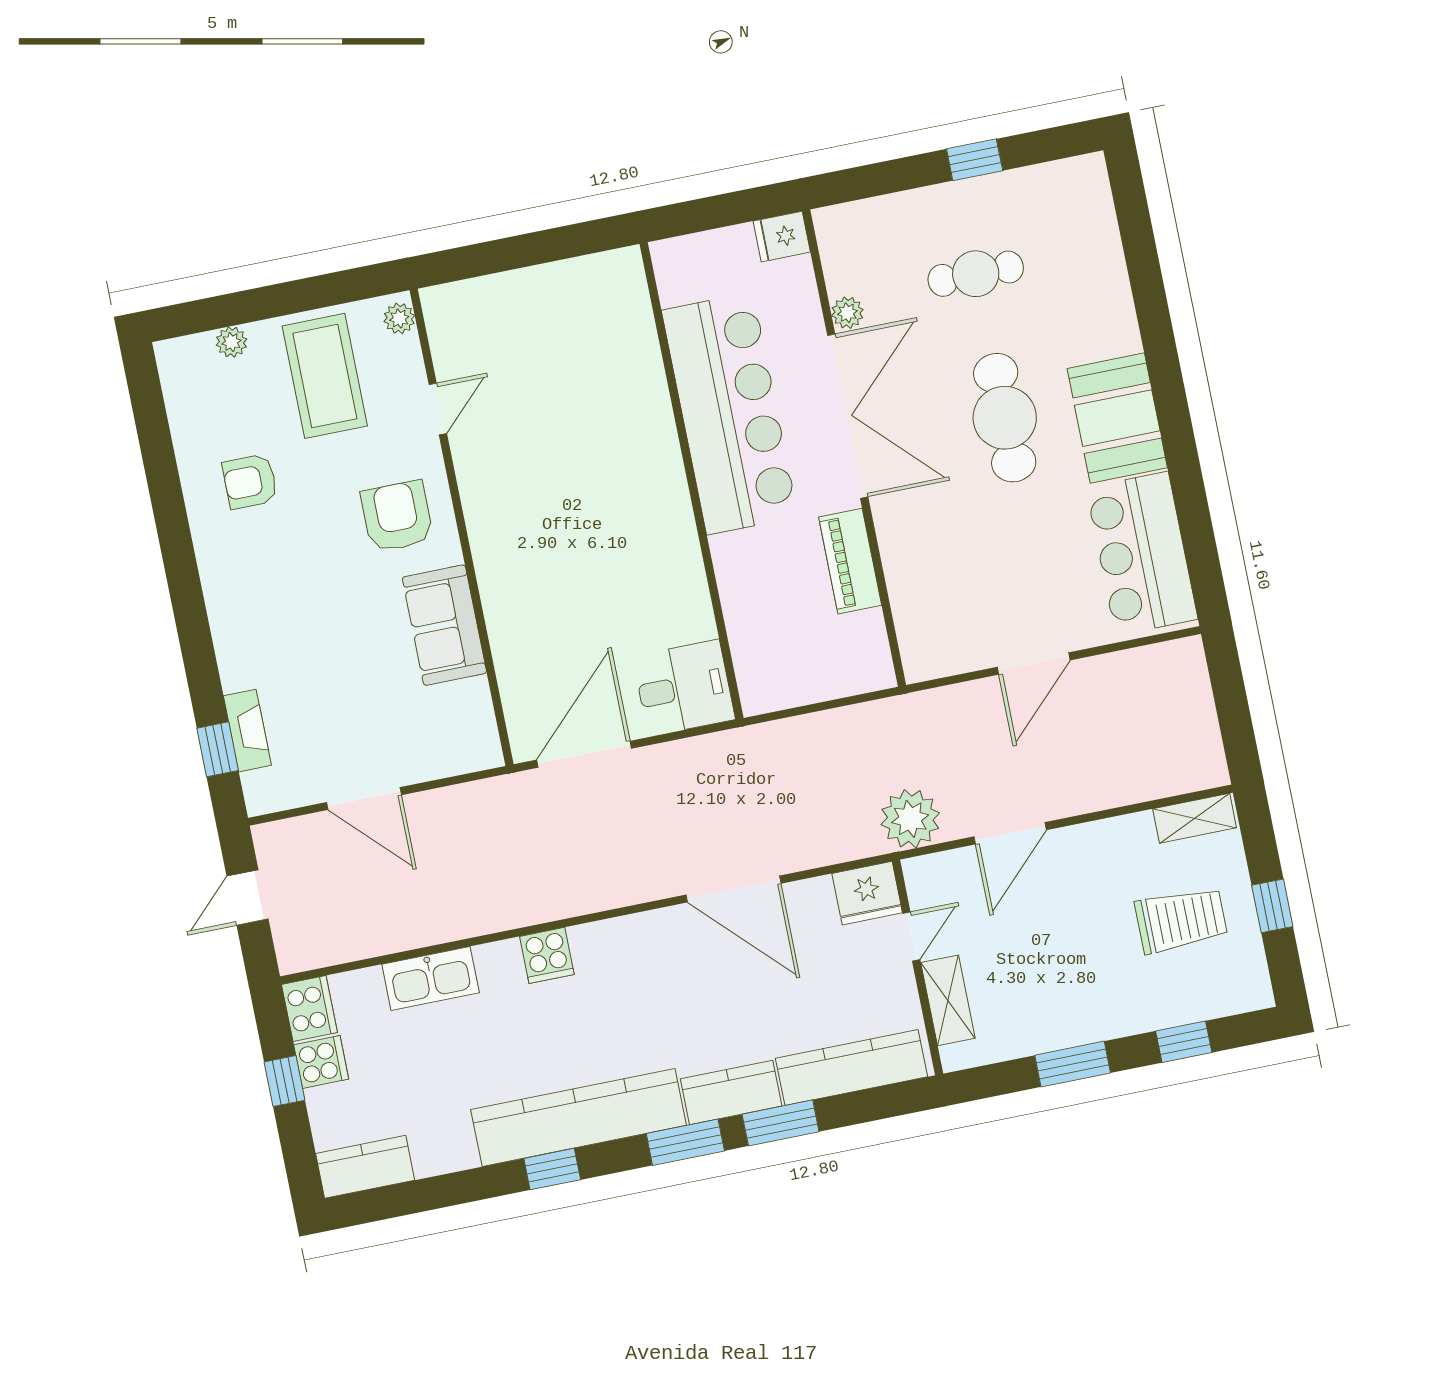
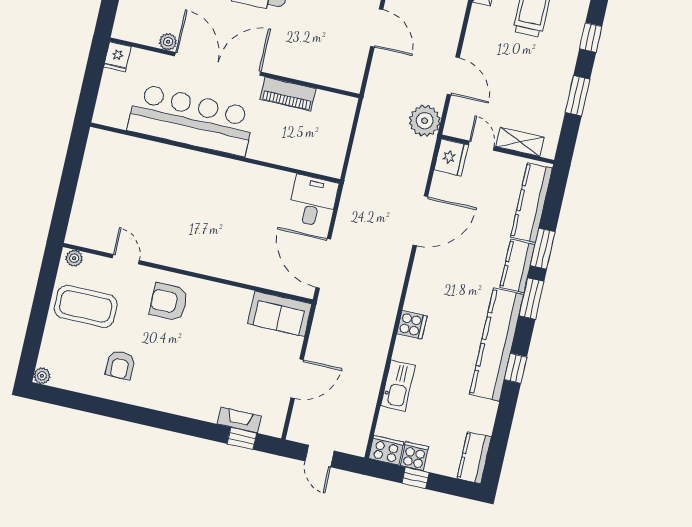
plant: (231, 342) -> (42, 376), moved
sofa: (444, 625) -> (280, 314), moved

